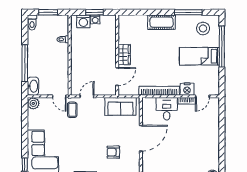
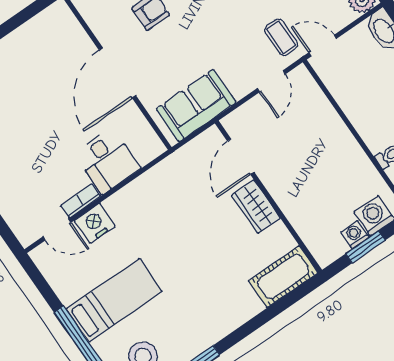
cot: (161, 22) -> (283, 277), moved
bookcase: (159, 91) -> (144, 184), removed
door: (202, 96) -> (57, 230), swing flipped

